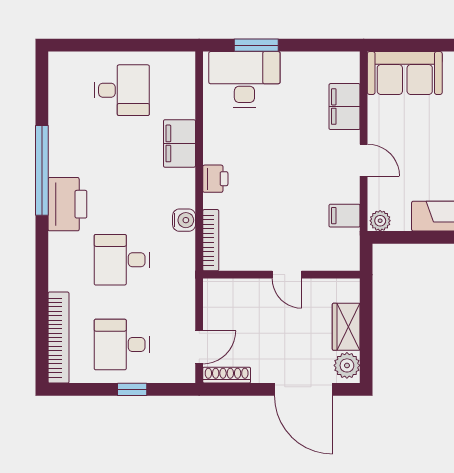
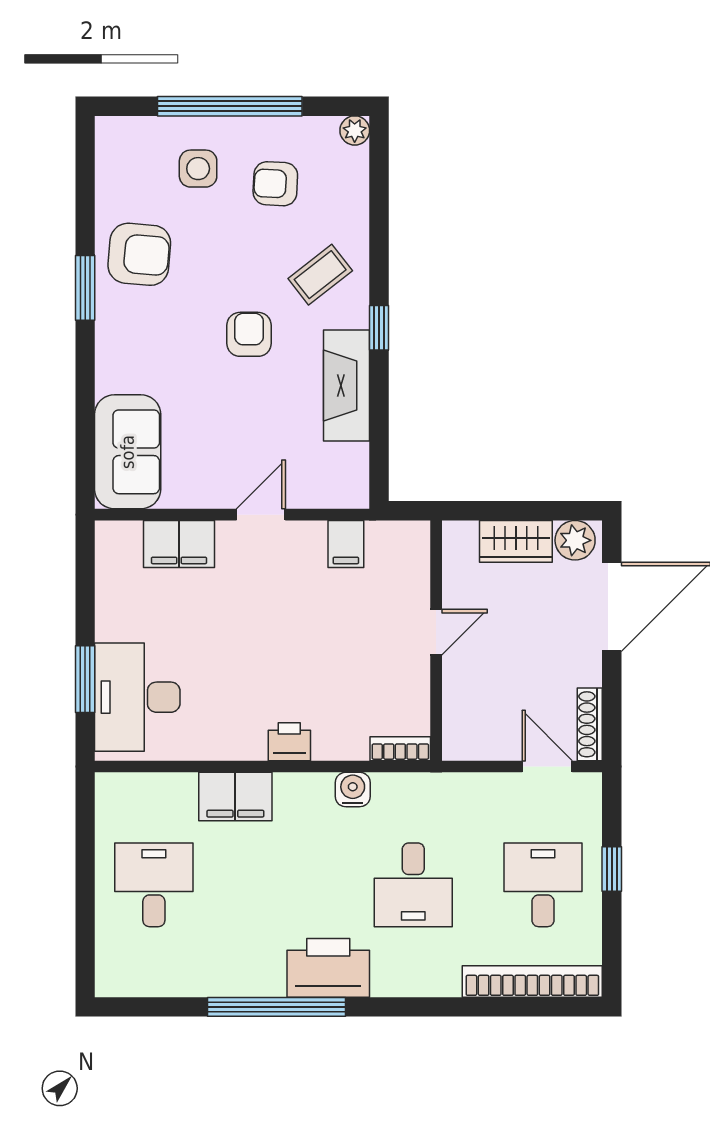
plant: (380, 221) -> (354, 489), removed
bookcase: (211, 240) -> (400, 749), width x0.64
desk: (122, 345) -> (543, 885), turned 180

